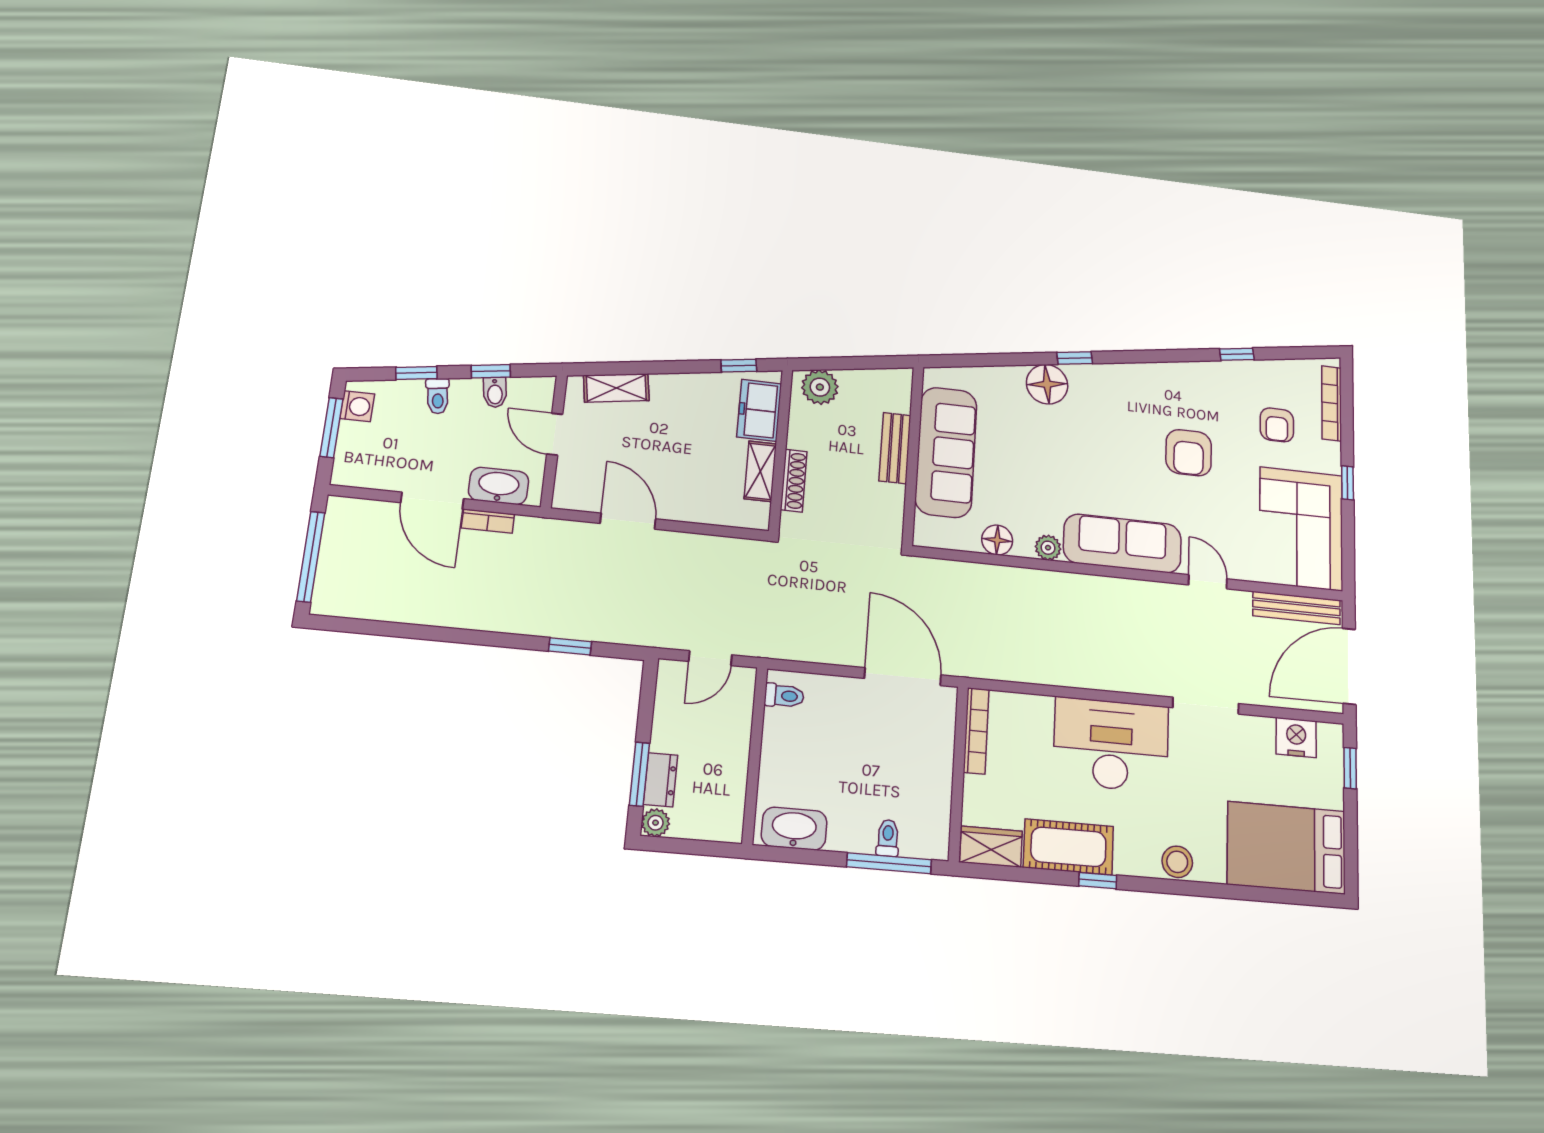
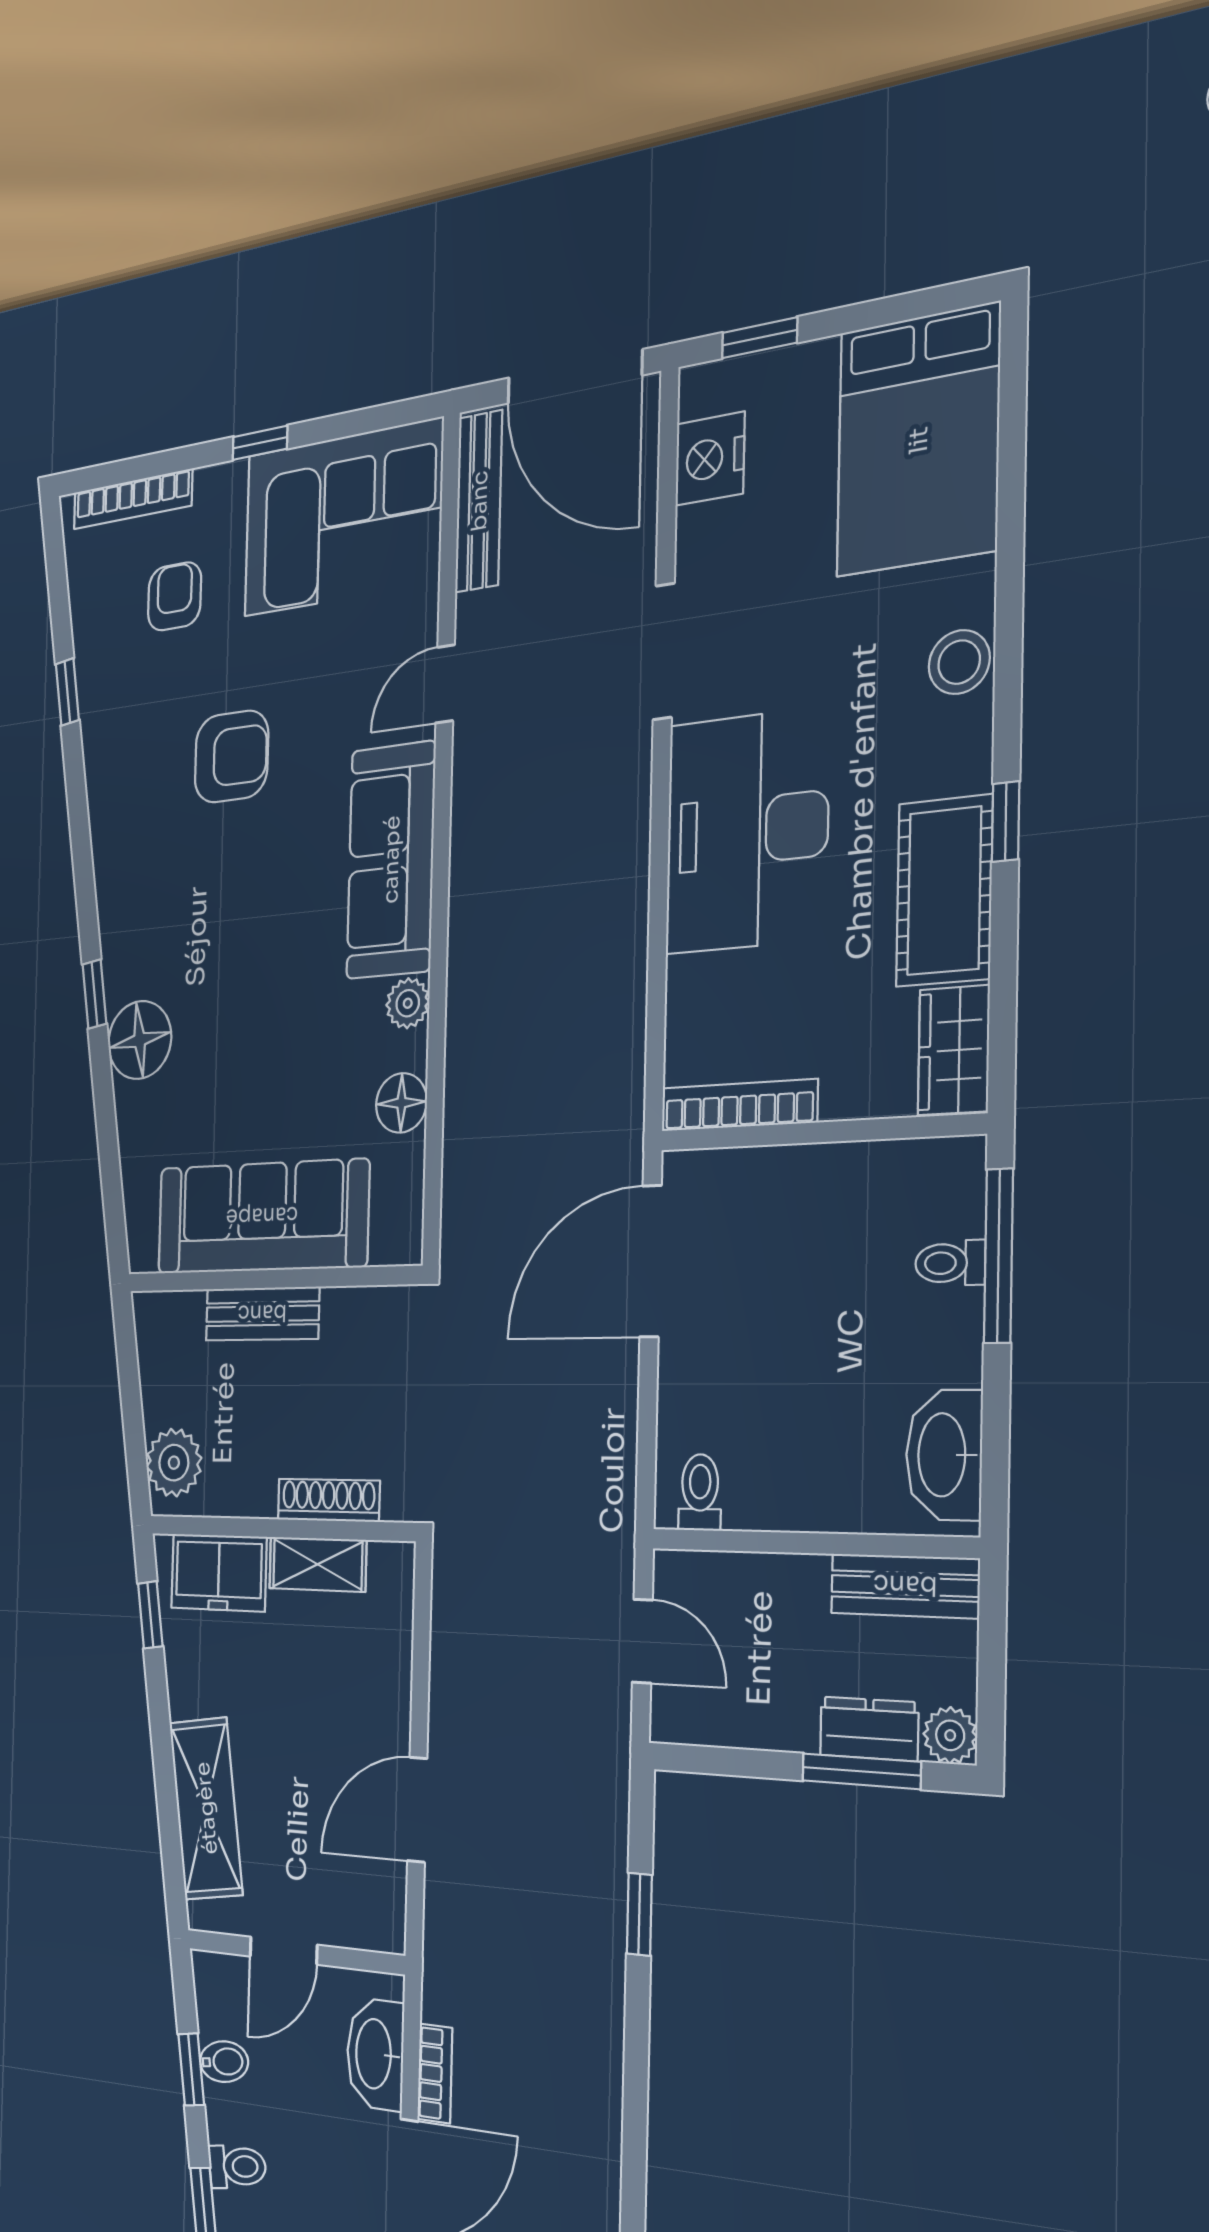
shelving: (616, 388) -> (206, 1808), width x1.50, depth x1.33
armchair: (1277, 425) -> (175, 596), turned -90
bench: (731, 804) -> (905, 1586), added

